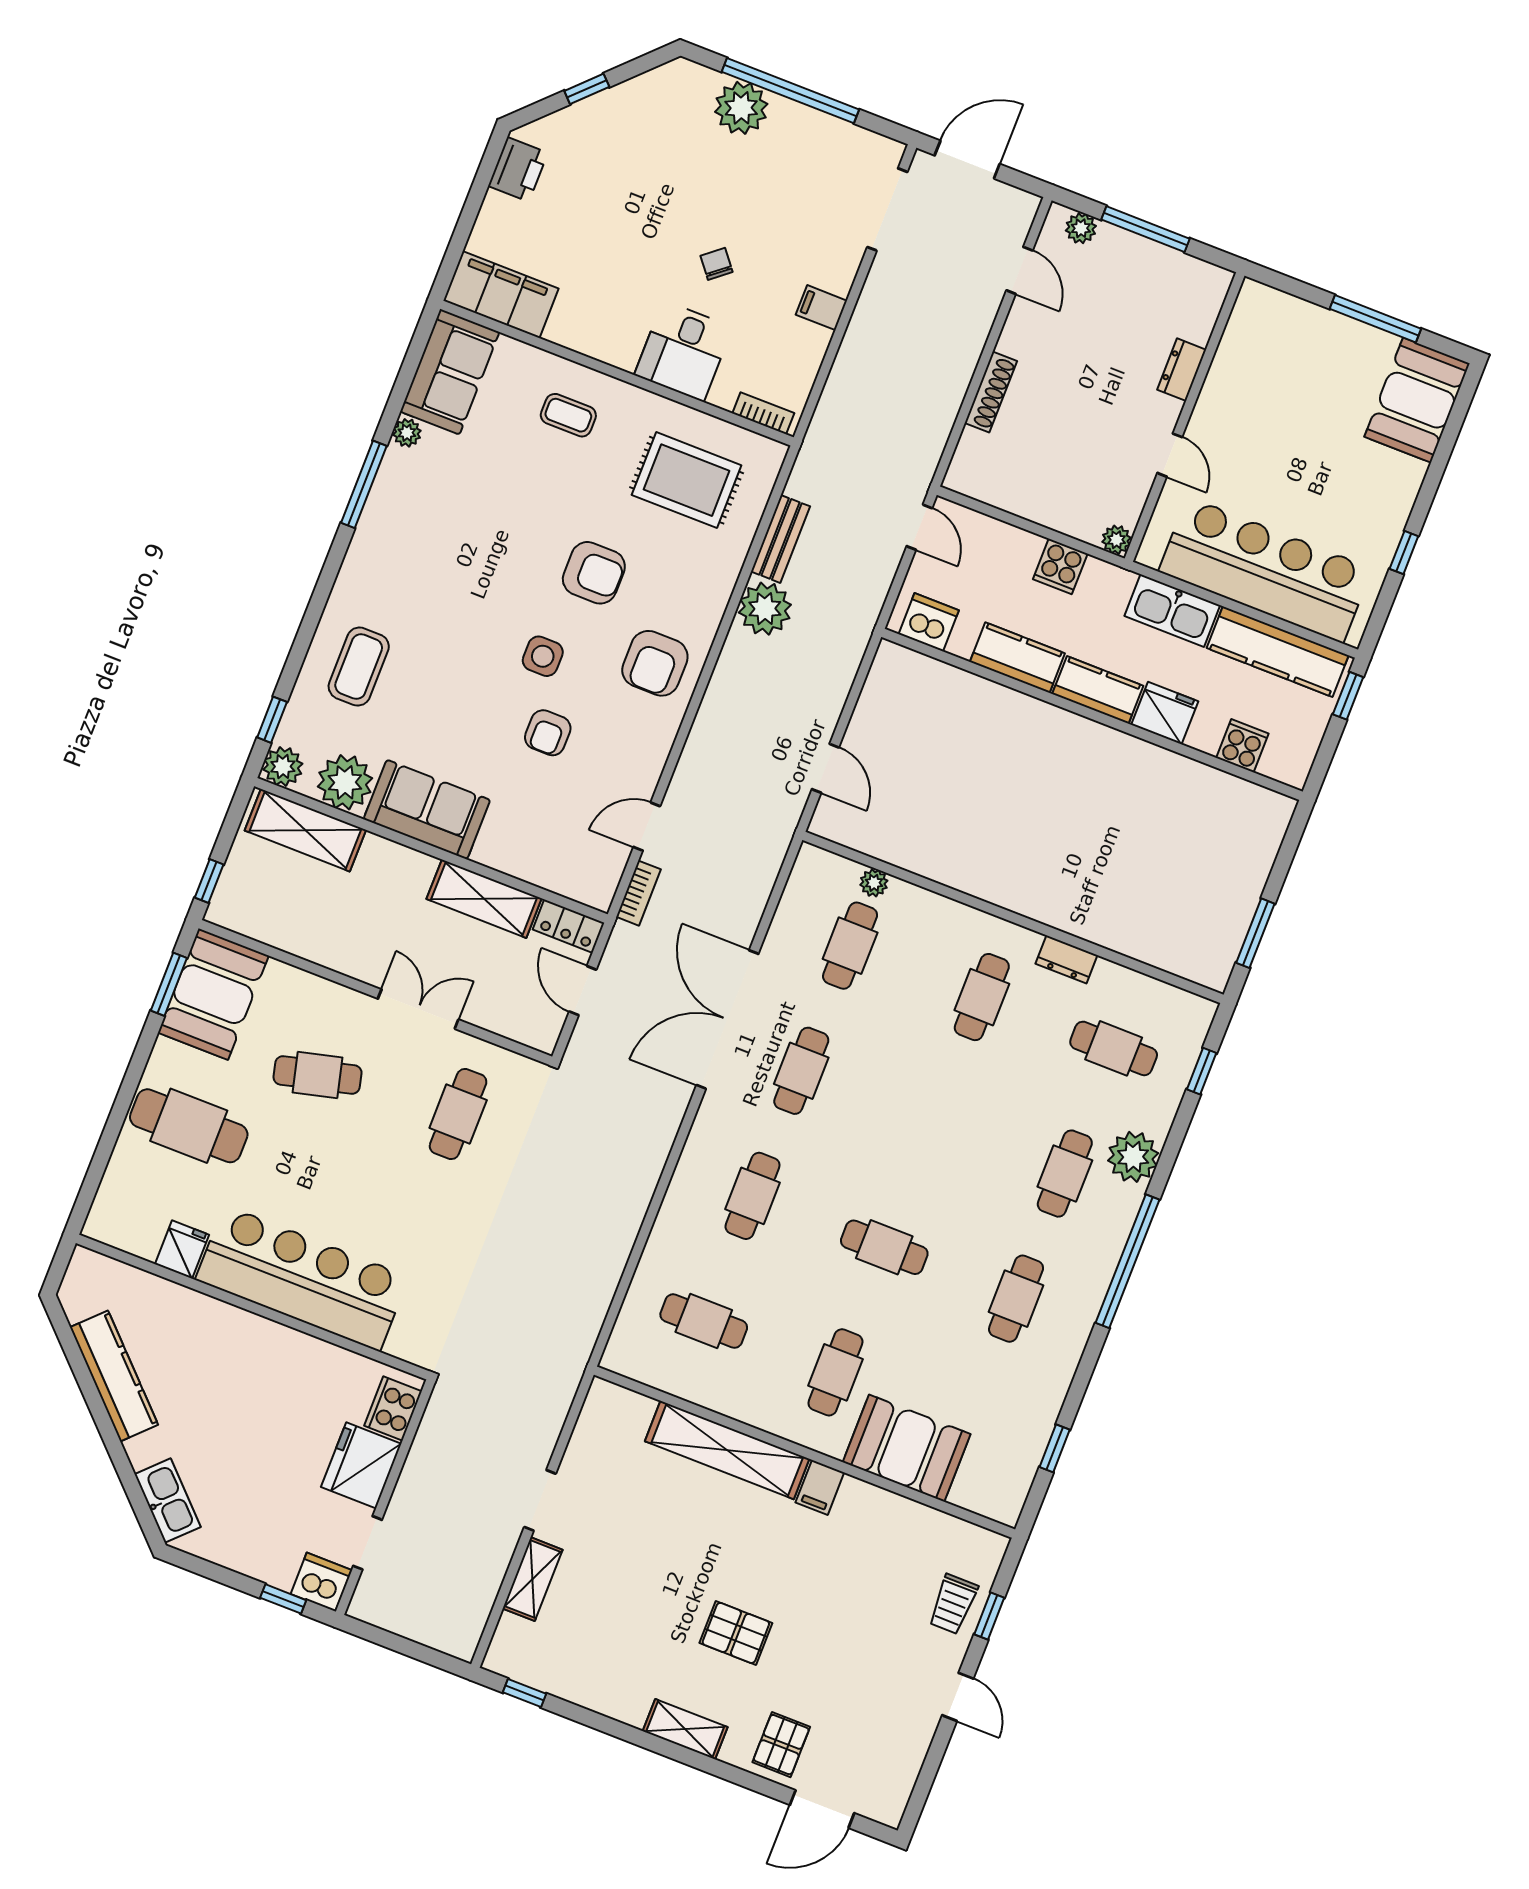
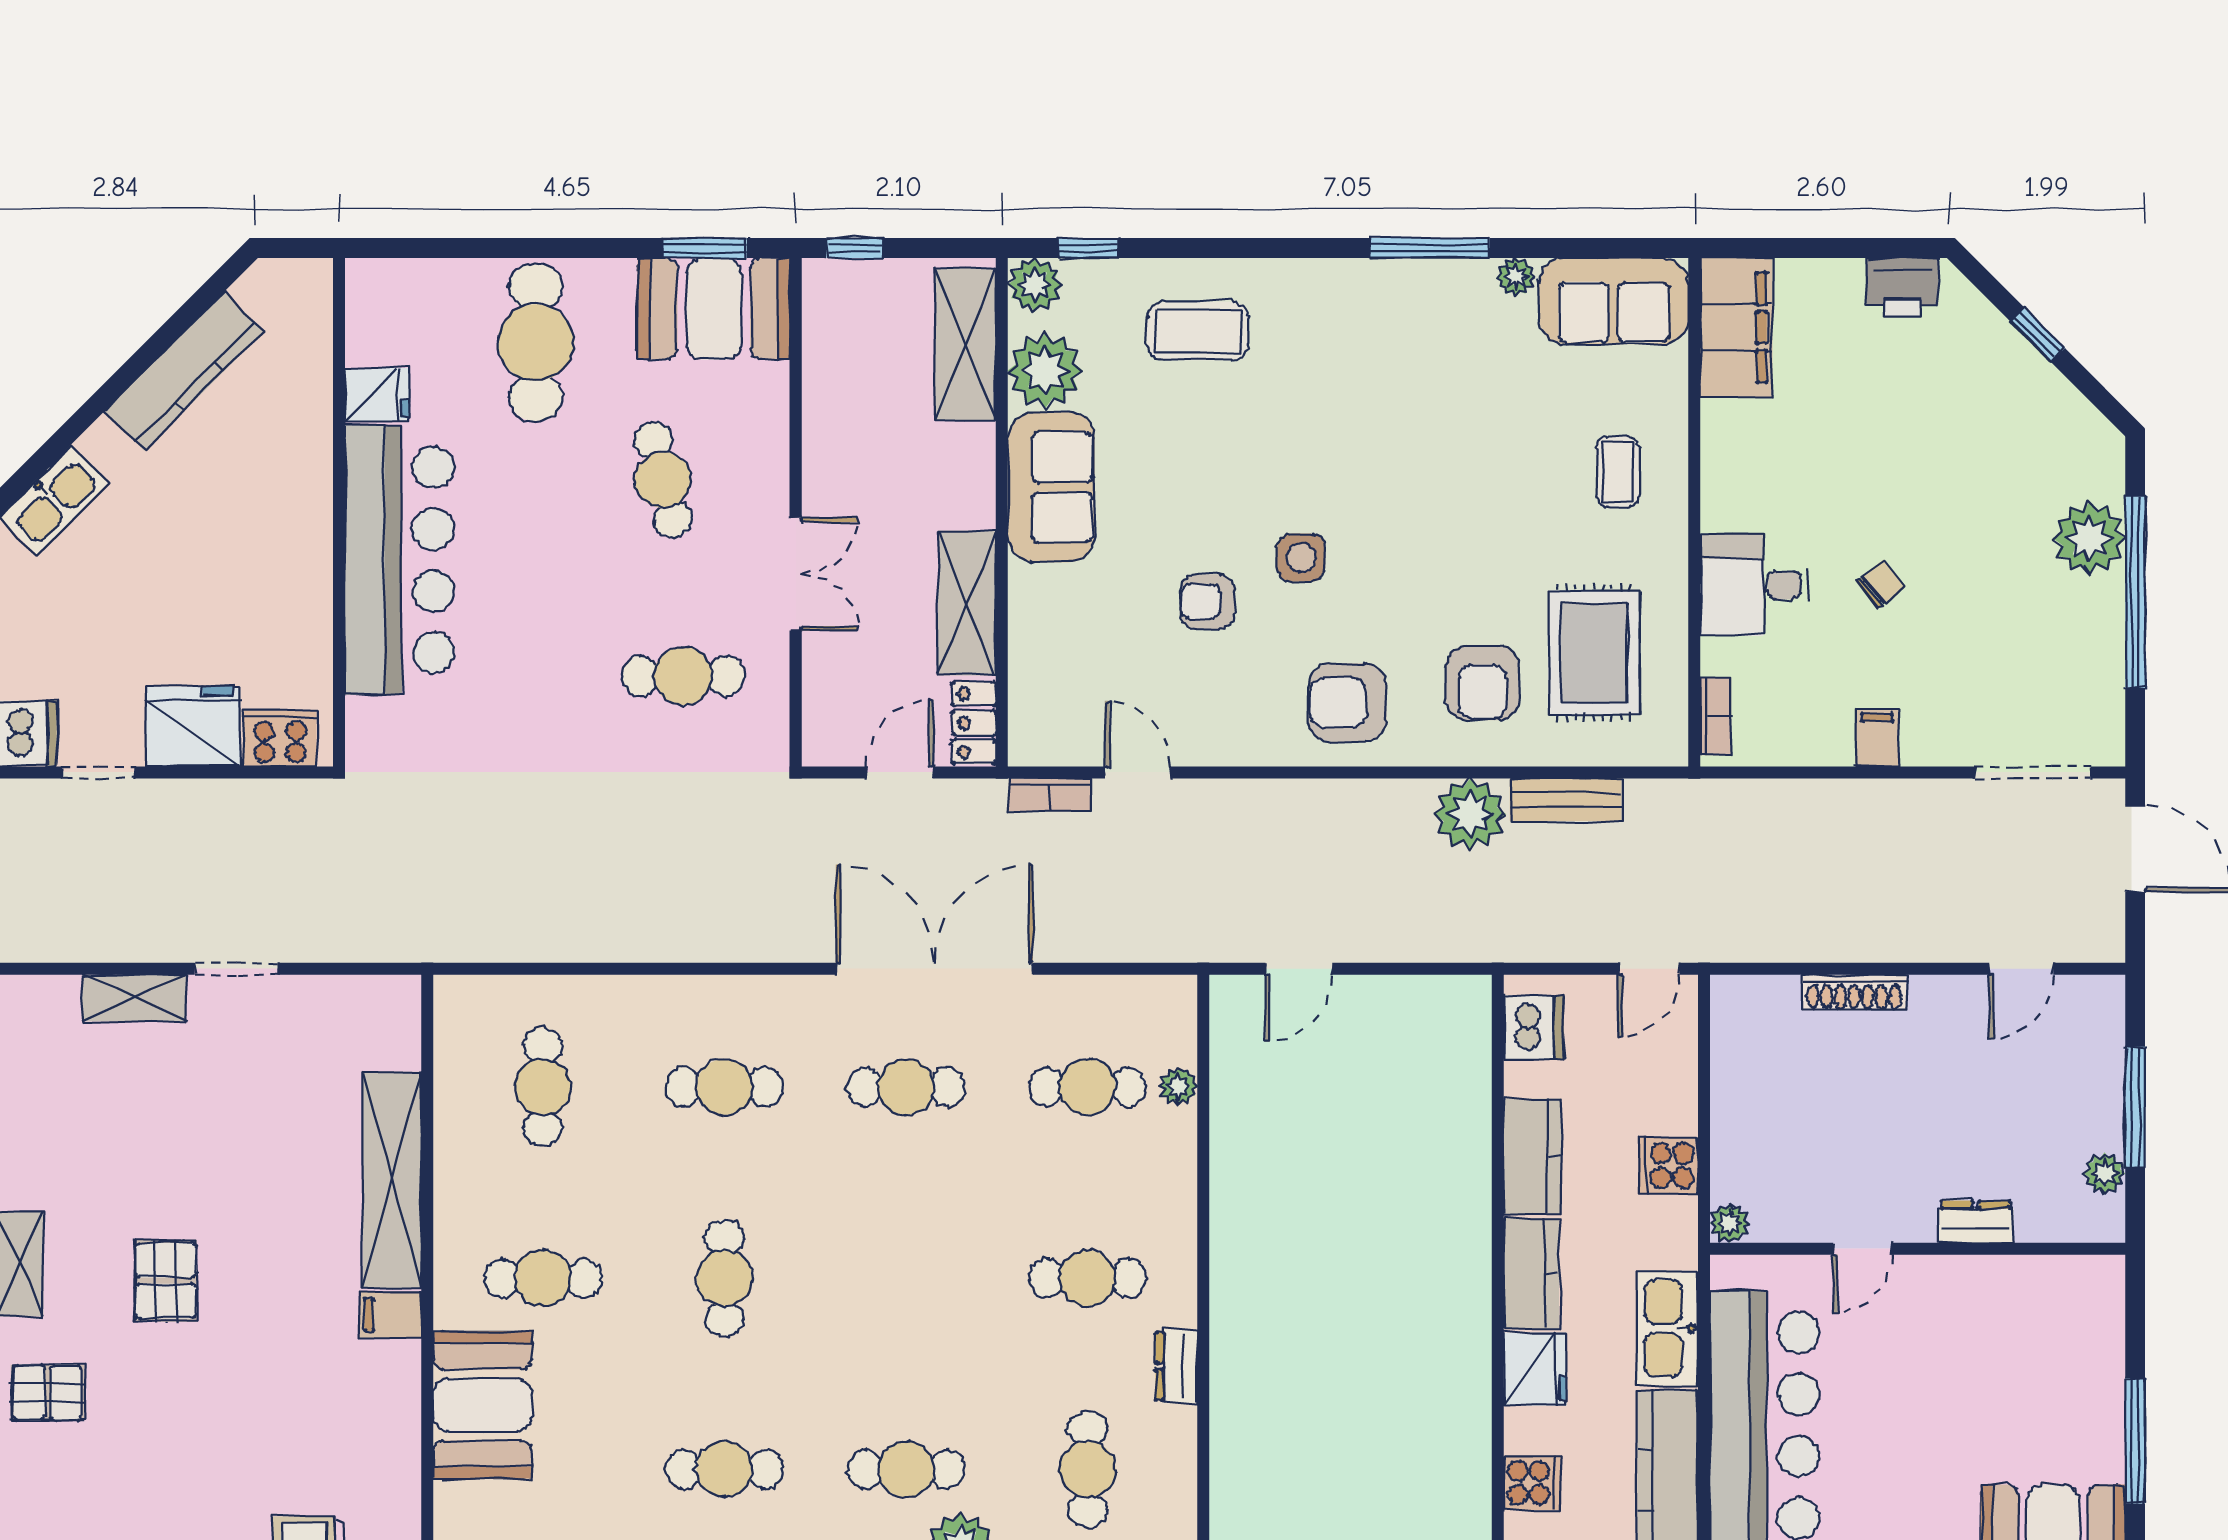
plant: (1081, 228) -> (2105, 1173), moved
armchair: (594, 573) -> (1482, 683), moved

